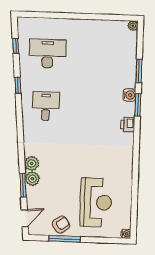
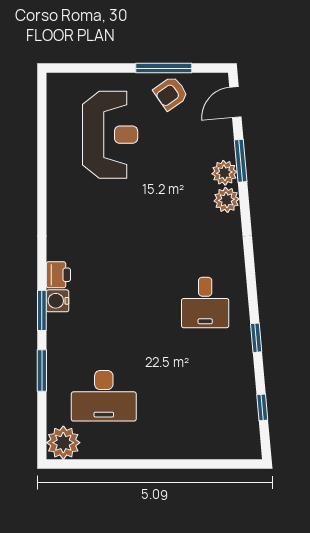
plant: (133, 26) -> (63, 443), width x1.87, depth x1.87
desk: (48, 54) -> (104, 396), moved
water cooler: (129, 95) -> (58, 301), moved
reception desk: (96, 202) -> (110, 135), turned 180
water cooler: (126, 234) -> (55, 81), removed

